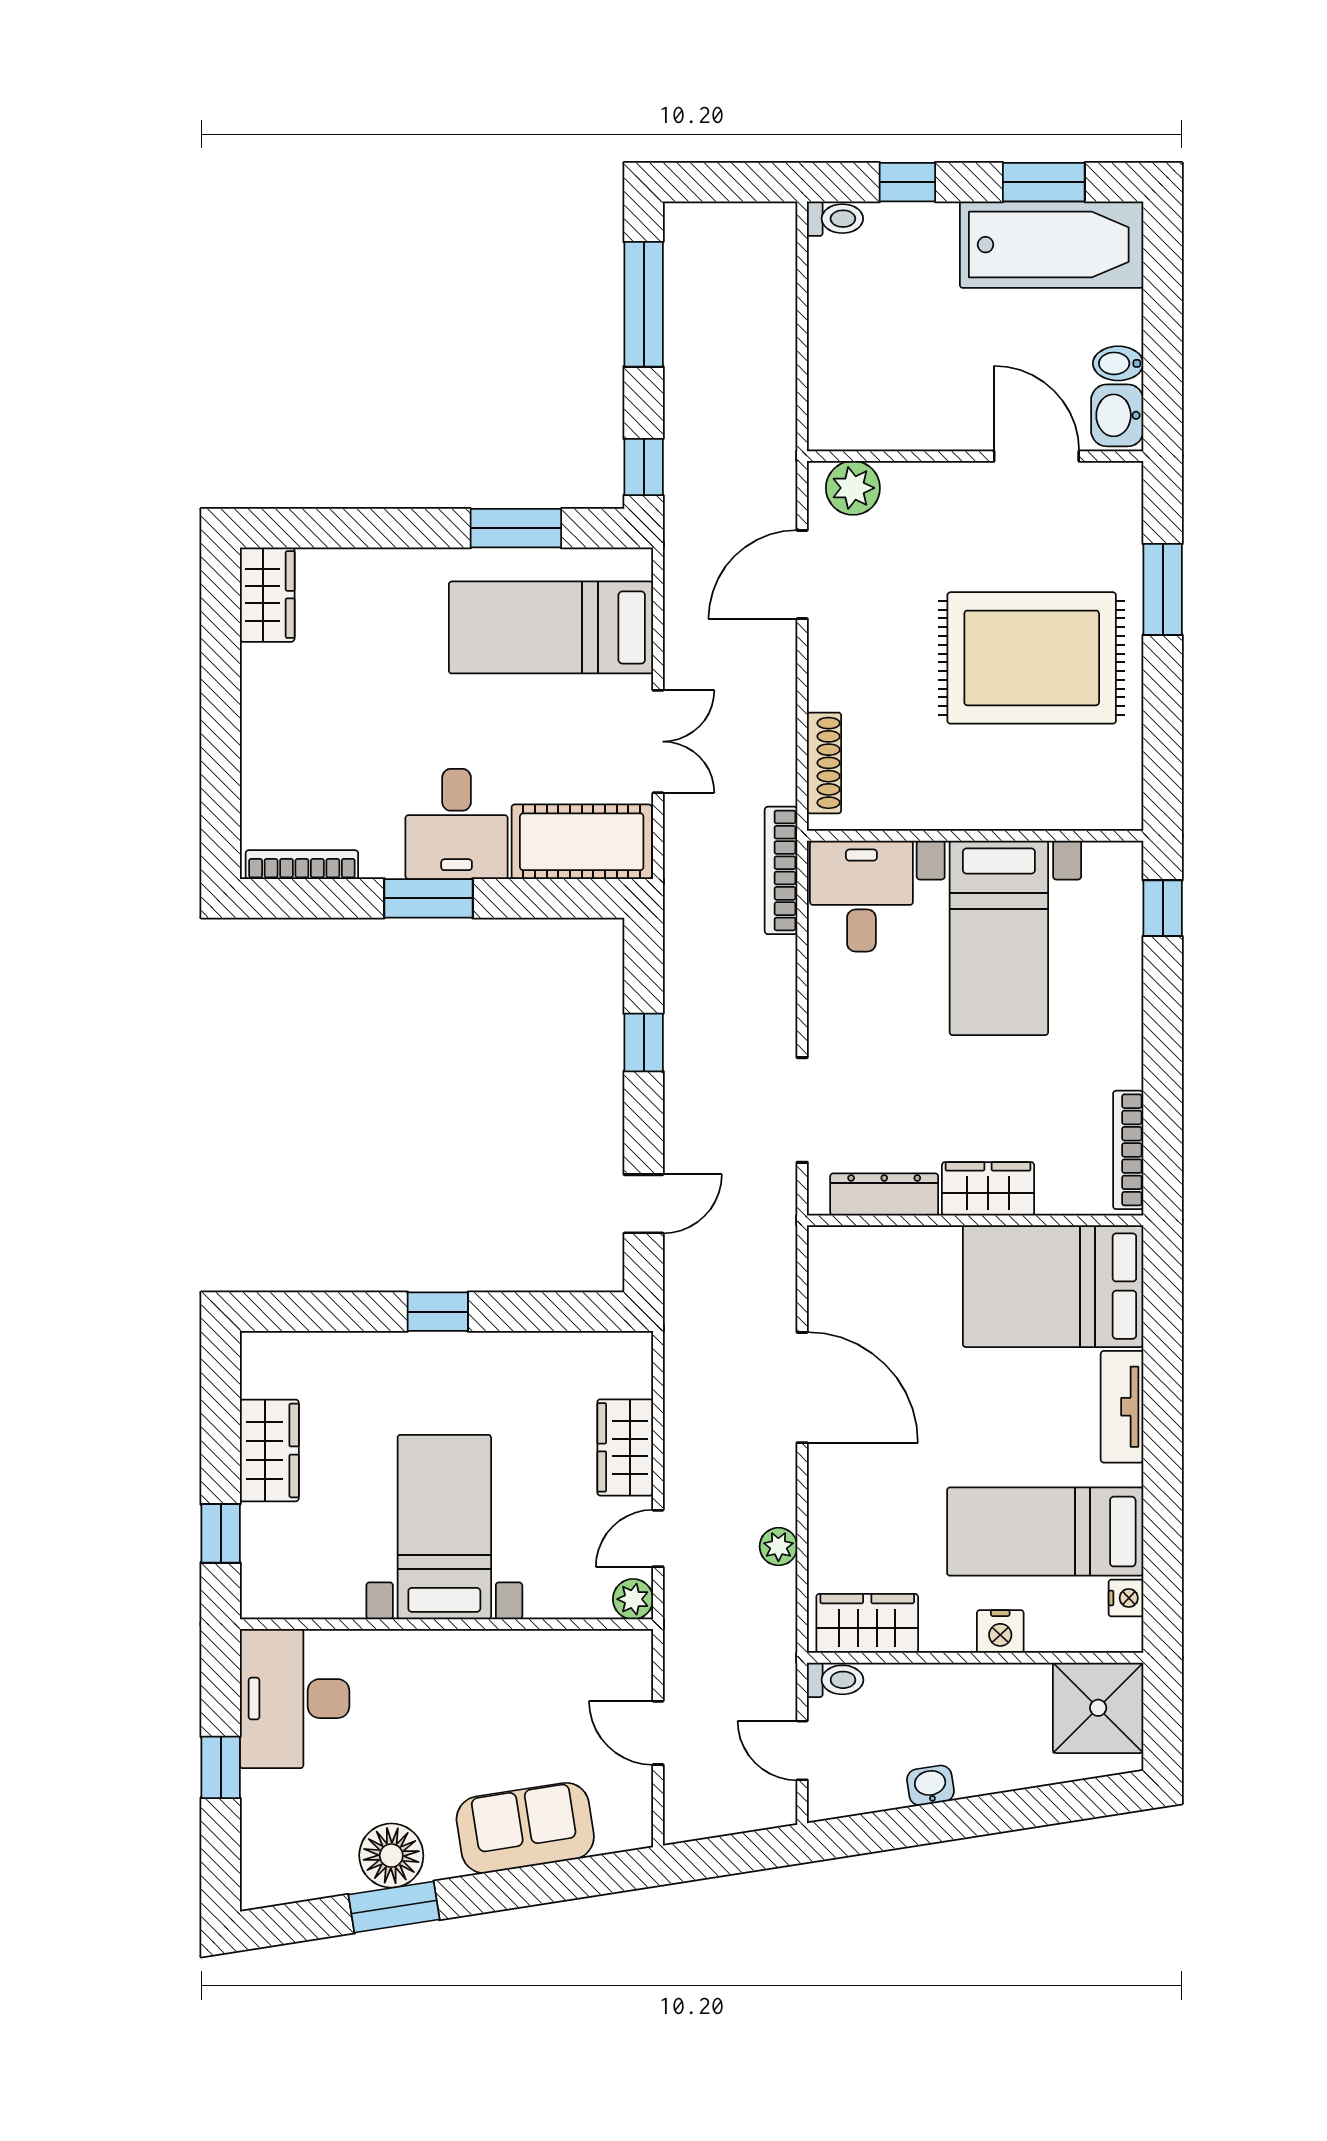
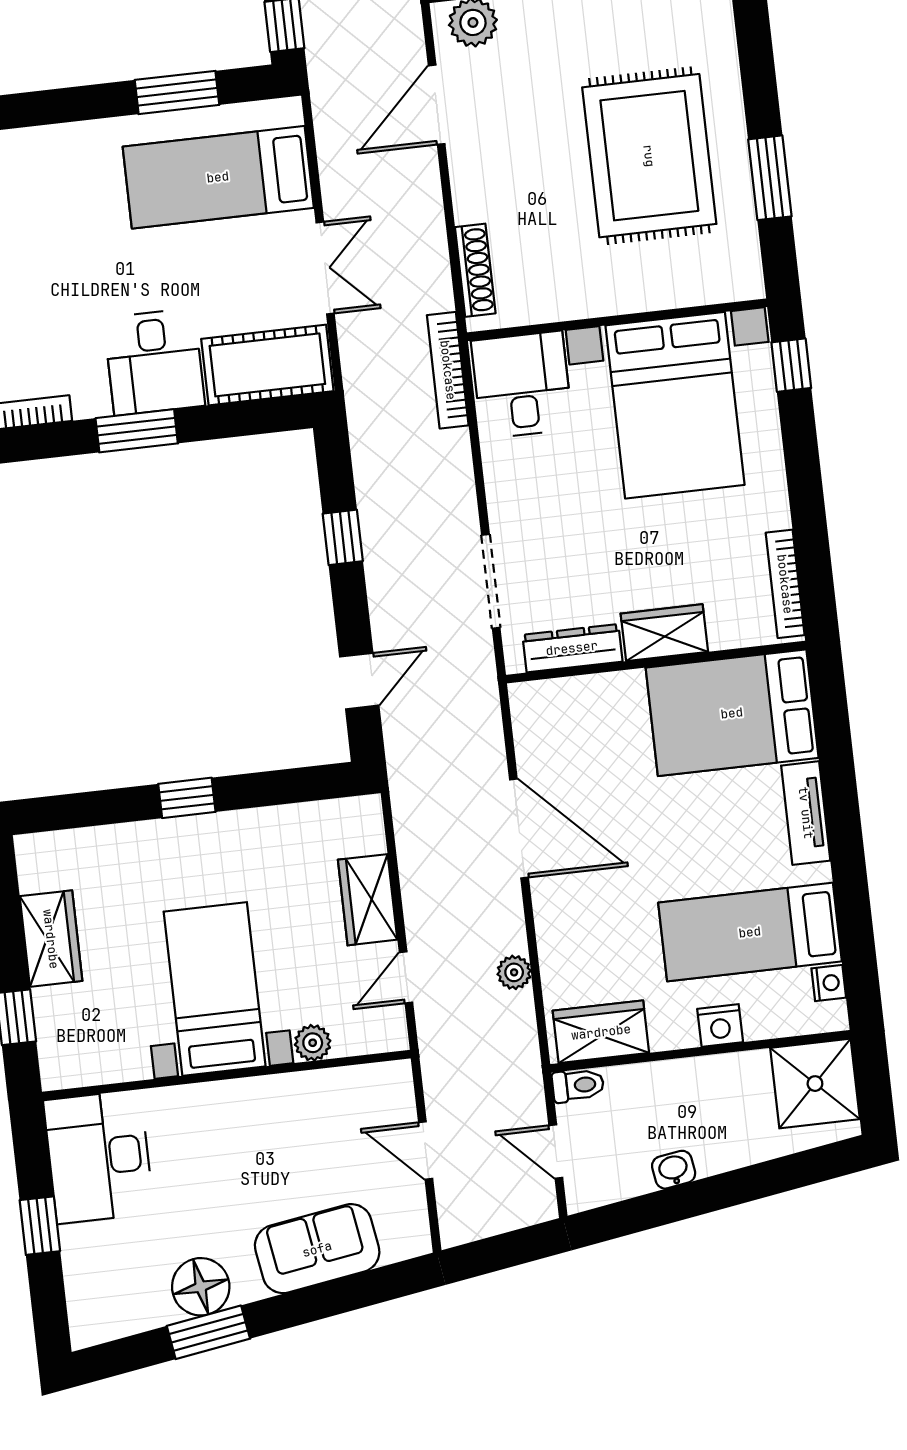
window: (1163, 589) -> (770, 178), moved
rug: (1032, 658) -> (649, 156), turned 90
bed with nightstands: (999, 938) -> (675, 405), width x1.36
plant: (633, 1599) -> (313, 1043), moved

